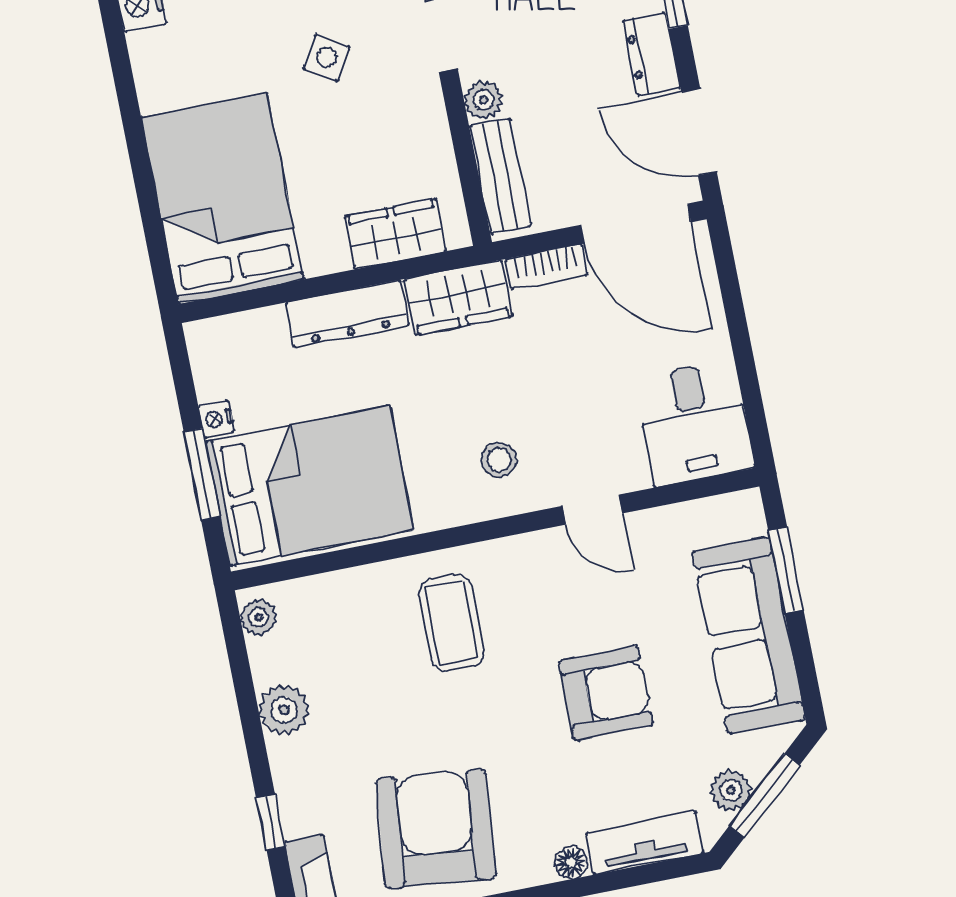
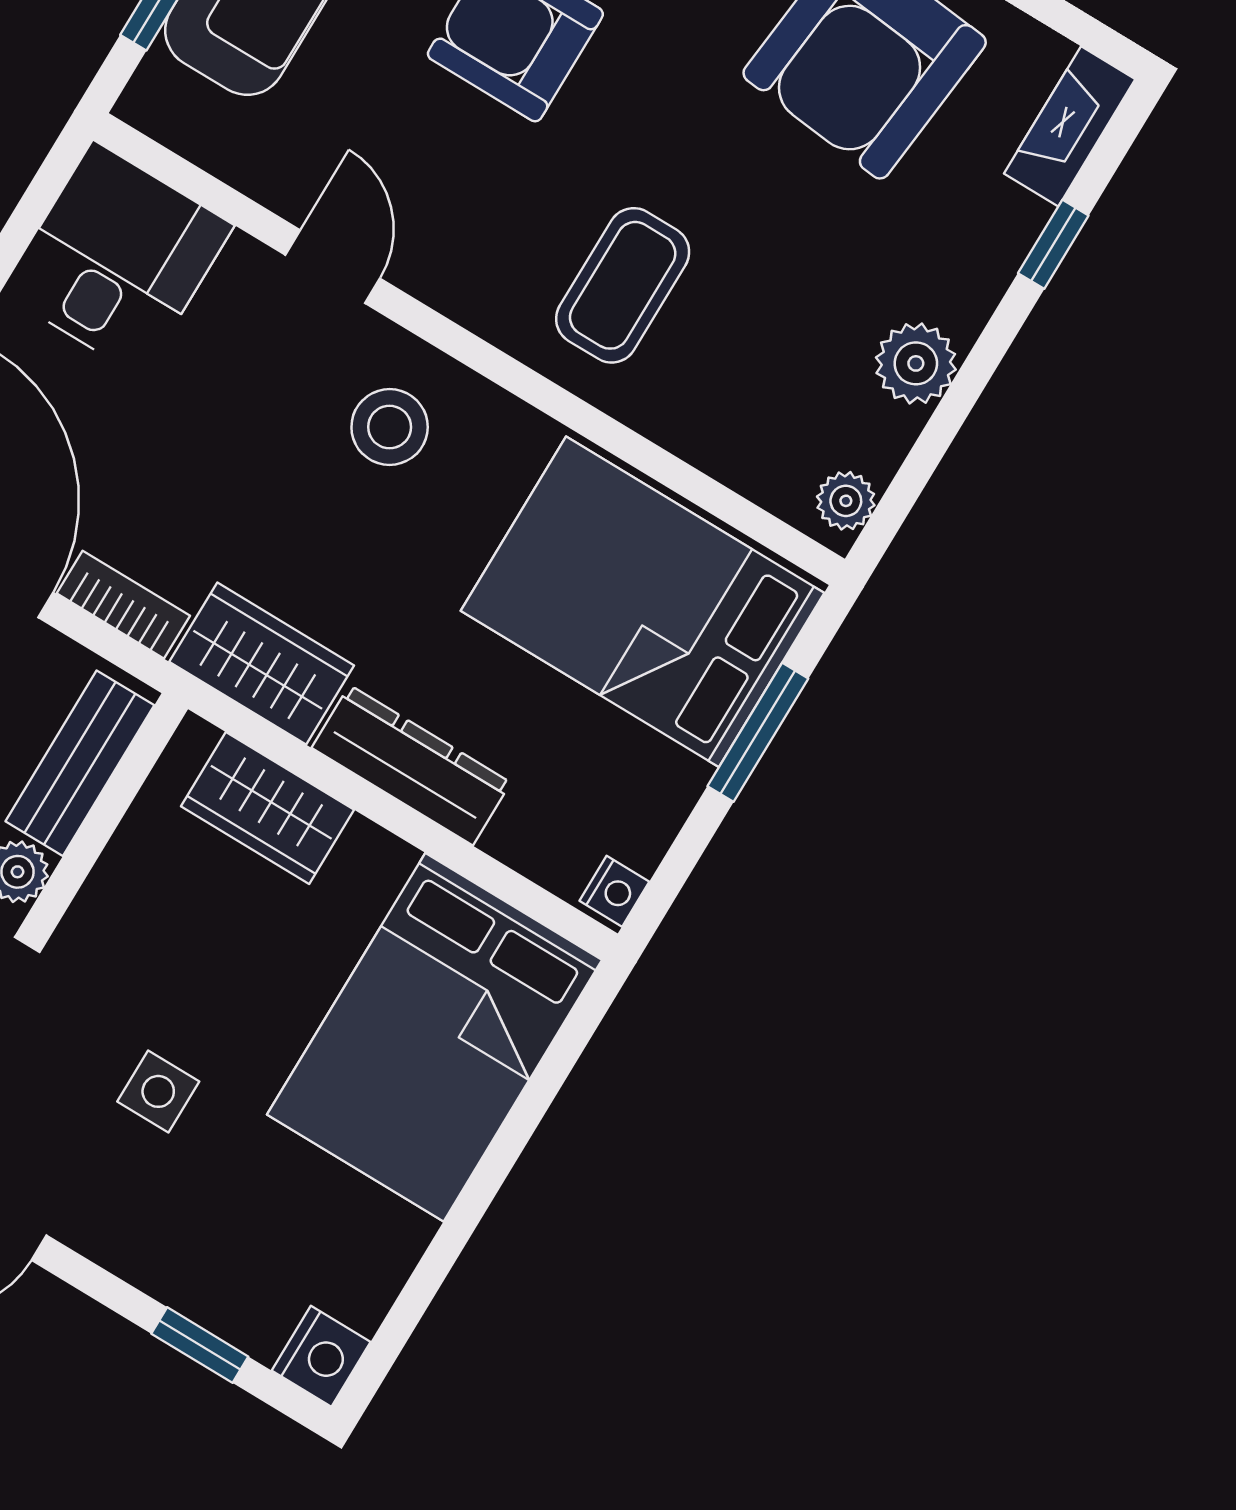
side table: (327, 58) -> (158, 1091), turned -31
nightstand: (216, 419) -> (614, 891), moved
stool: (499, 460) -> (390, 427), width x1.37, depth x1.37

